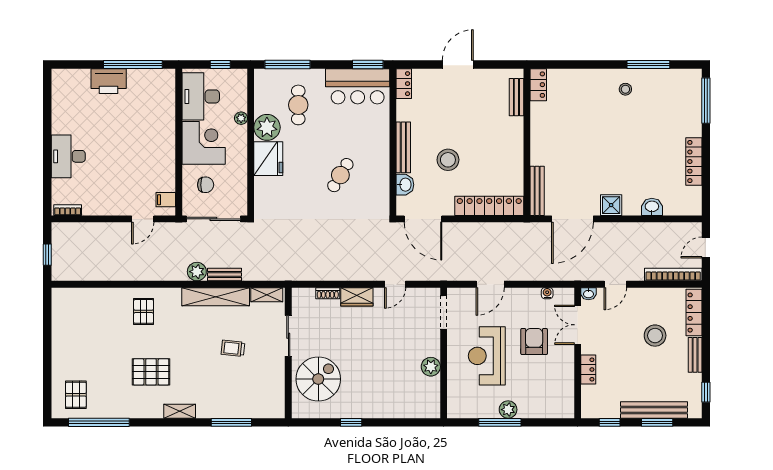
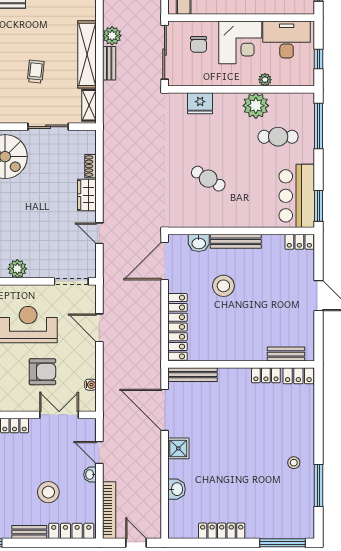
locker: (538, 117) -> (266, 375), added
fridge: (268, 159) -> (200, 103), moved, width x0.73, depth x0.75
washbasin: (588, 294) -> (90, 475), moved

